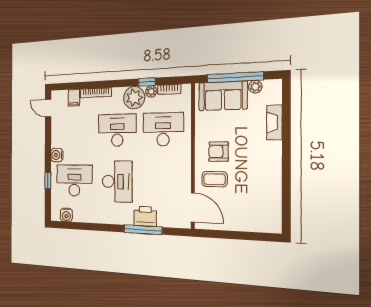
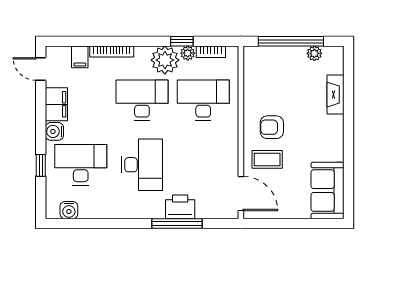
sofa: (223, 96) -> (327, 191), moved, turned 90
filing cabinet: (58, 134) -> (56, 104), added

